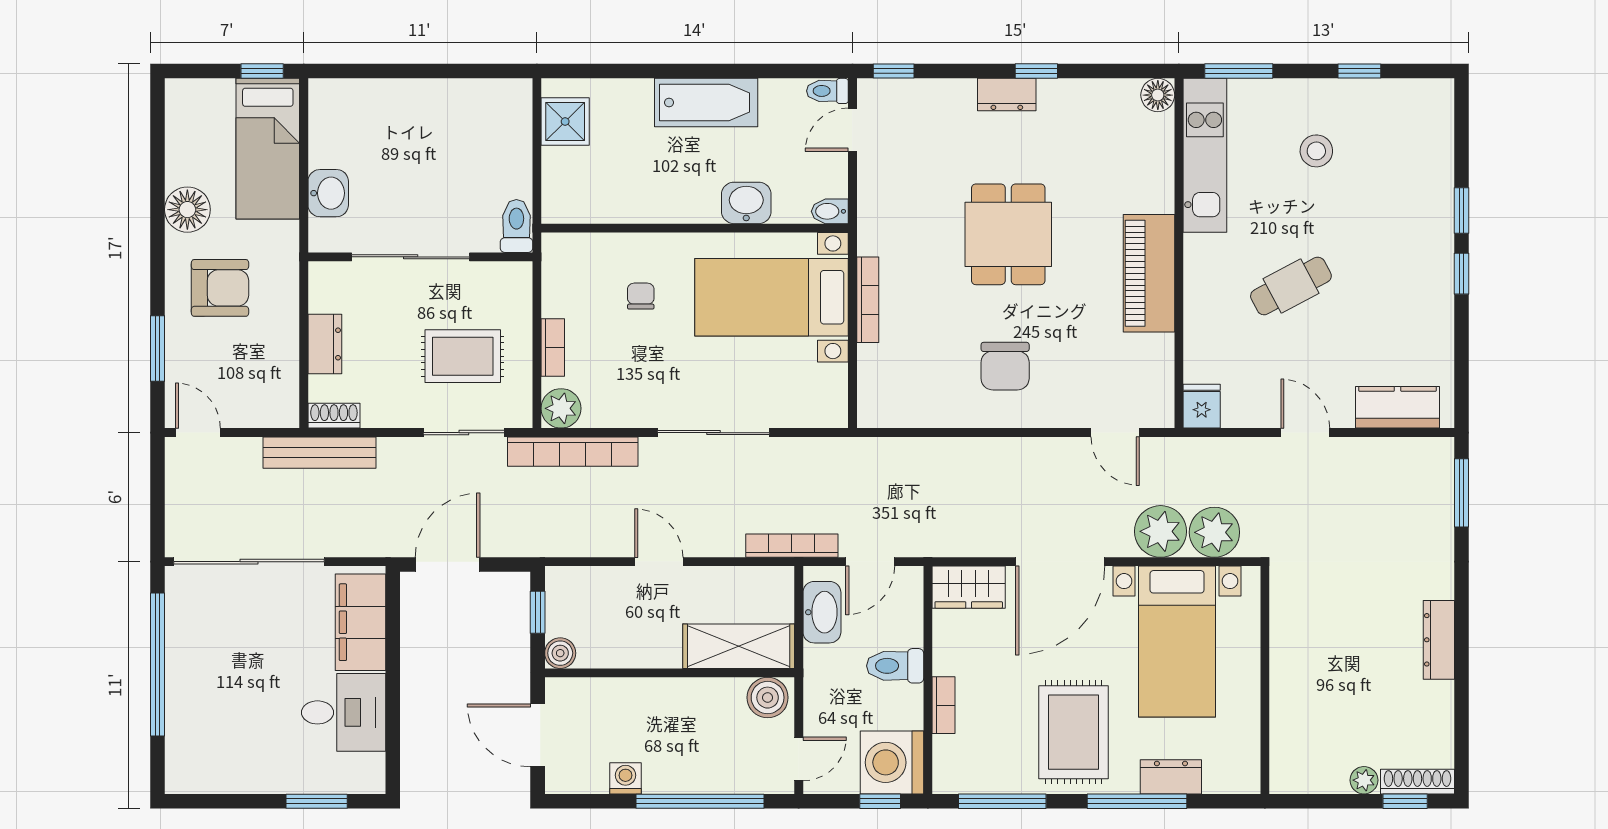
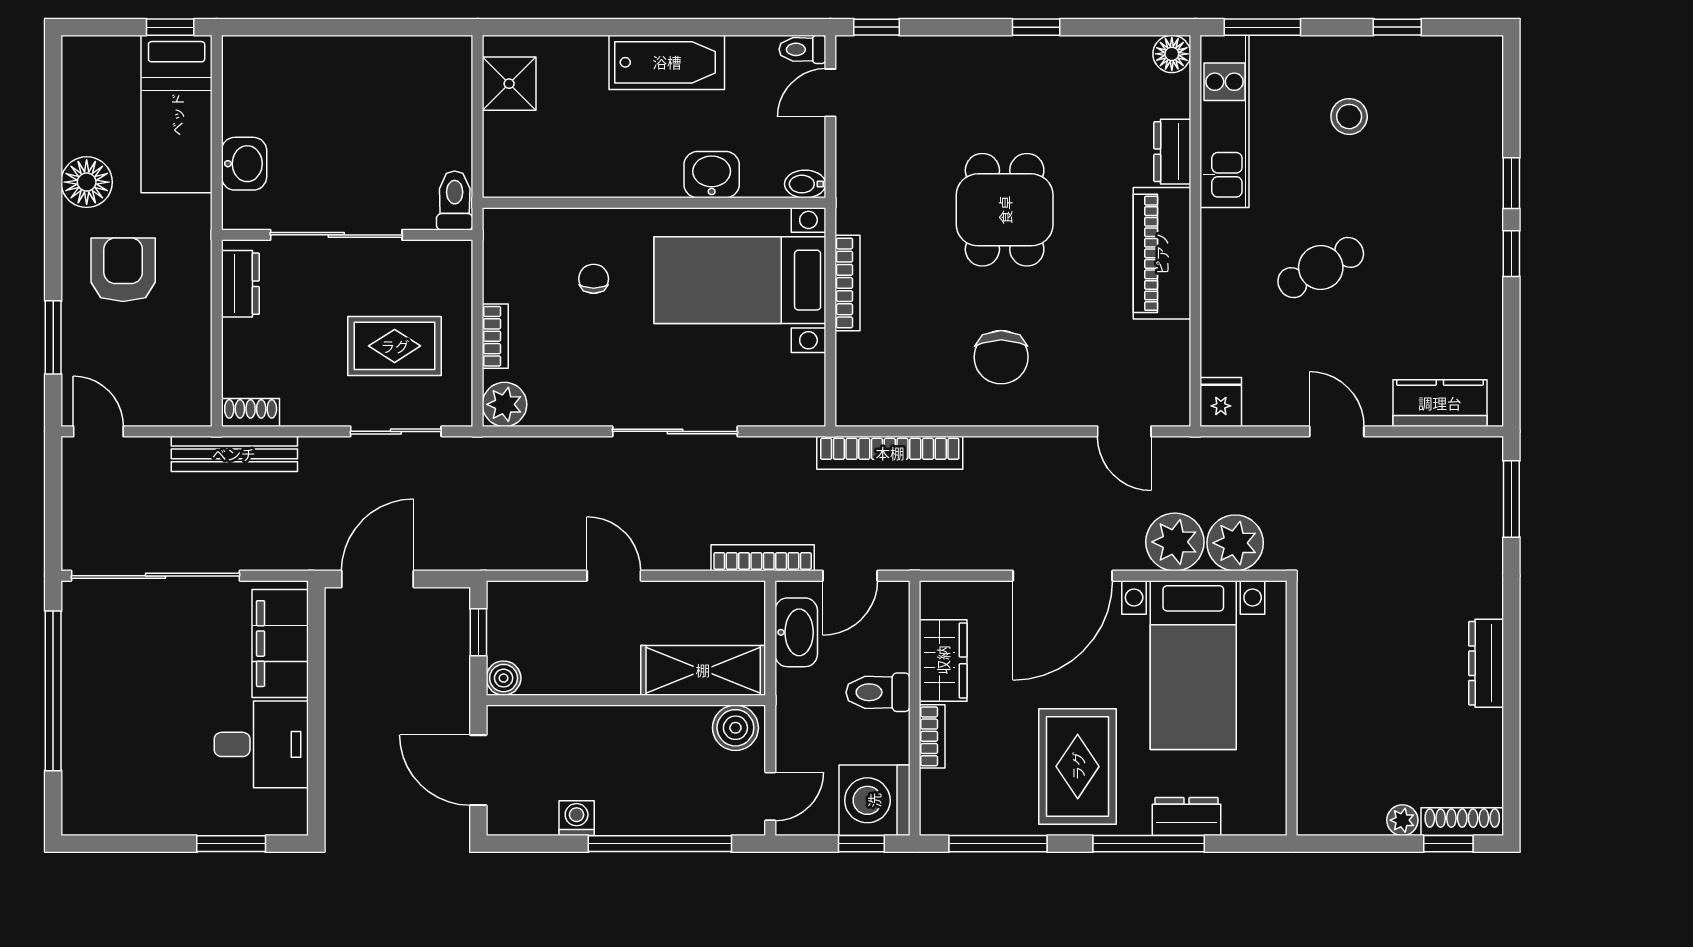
dresser: (1007, 95) -> (1172, 152), moved, turned 90
armchair: (220, 288) -> (123, 270), turned -90
dresser: (325, 344) -> (240, 284), moved
bookcase: (573, 452) -> (890, 453), moved
wardrobe: (969, 587) -> (943, 660), moved, turned -90

